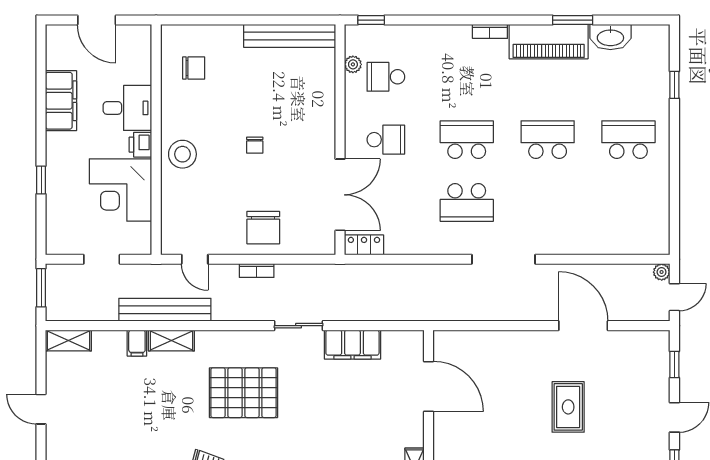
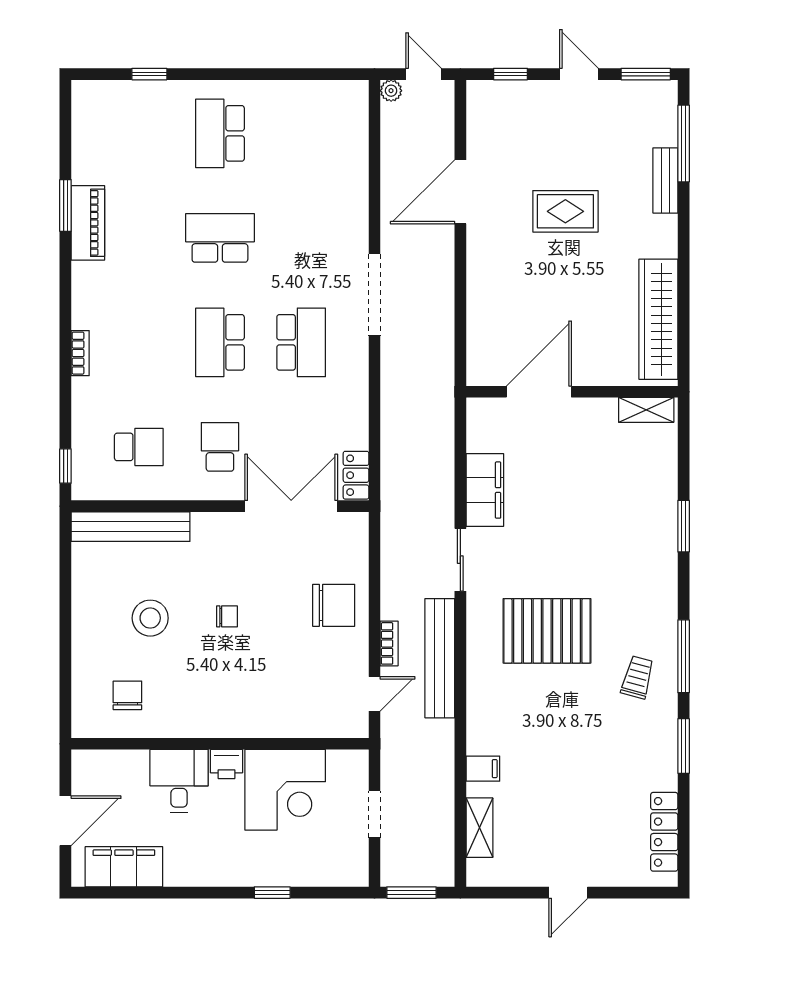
bookcase: (490, 31) -> (80, 353), moved
bench: (290, 36) -> (131, 527), moved, turned 90
washbasin: (610, 37) -> (87, 157), removed
piano: (549, 42) -> (88, 223), width x0.73, depth x0.75
plant: (353, 64) -> (123, 489), removed
school desk: (386, 77) -> (139, 447), turned -90
filing cabinet: (61, 101) -> (124, 867), moved
school desk: (548, 140) -> (220, 238), turned 90
stool: (182, 154) -> (150, 618), moved
bookcase: (257, 271) -> (389, 643), moved
bench: (165, 310) -> (440, 658), moved
shelving: (68, 340) -> (479, 828), moved
shelving: (171, 340) -> (479, 724), removed
pallet: (243, 393) -> (547, 631), turned 90

